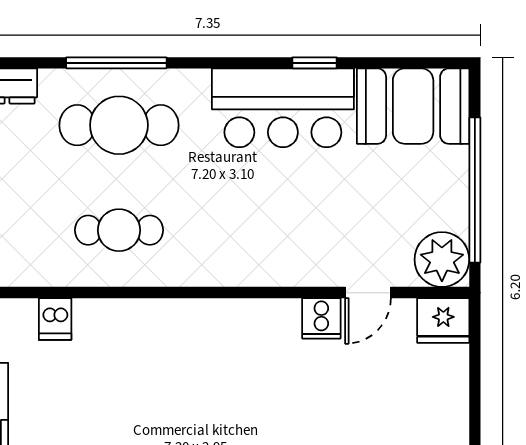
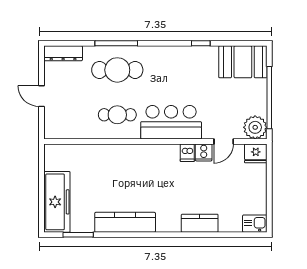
bar counter: (283, 108) -> (171, 122), moved, turned 180
dishwasher: (55, 319) -> (187, 153), moved

